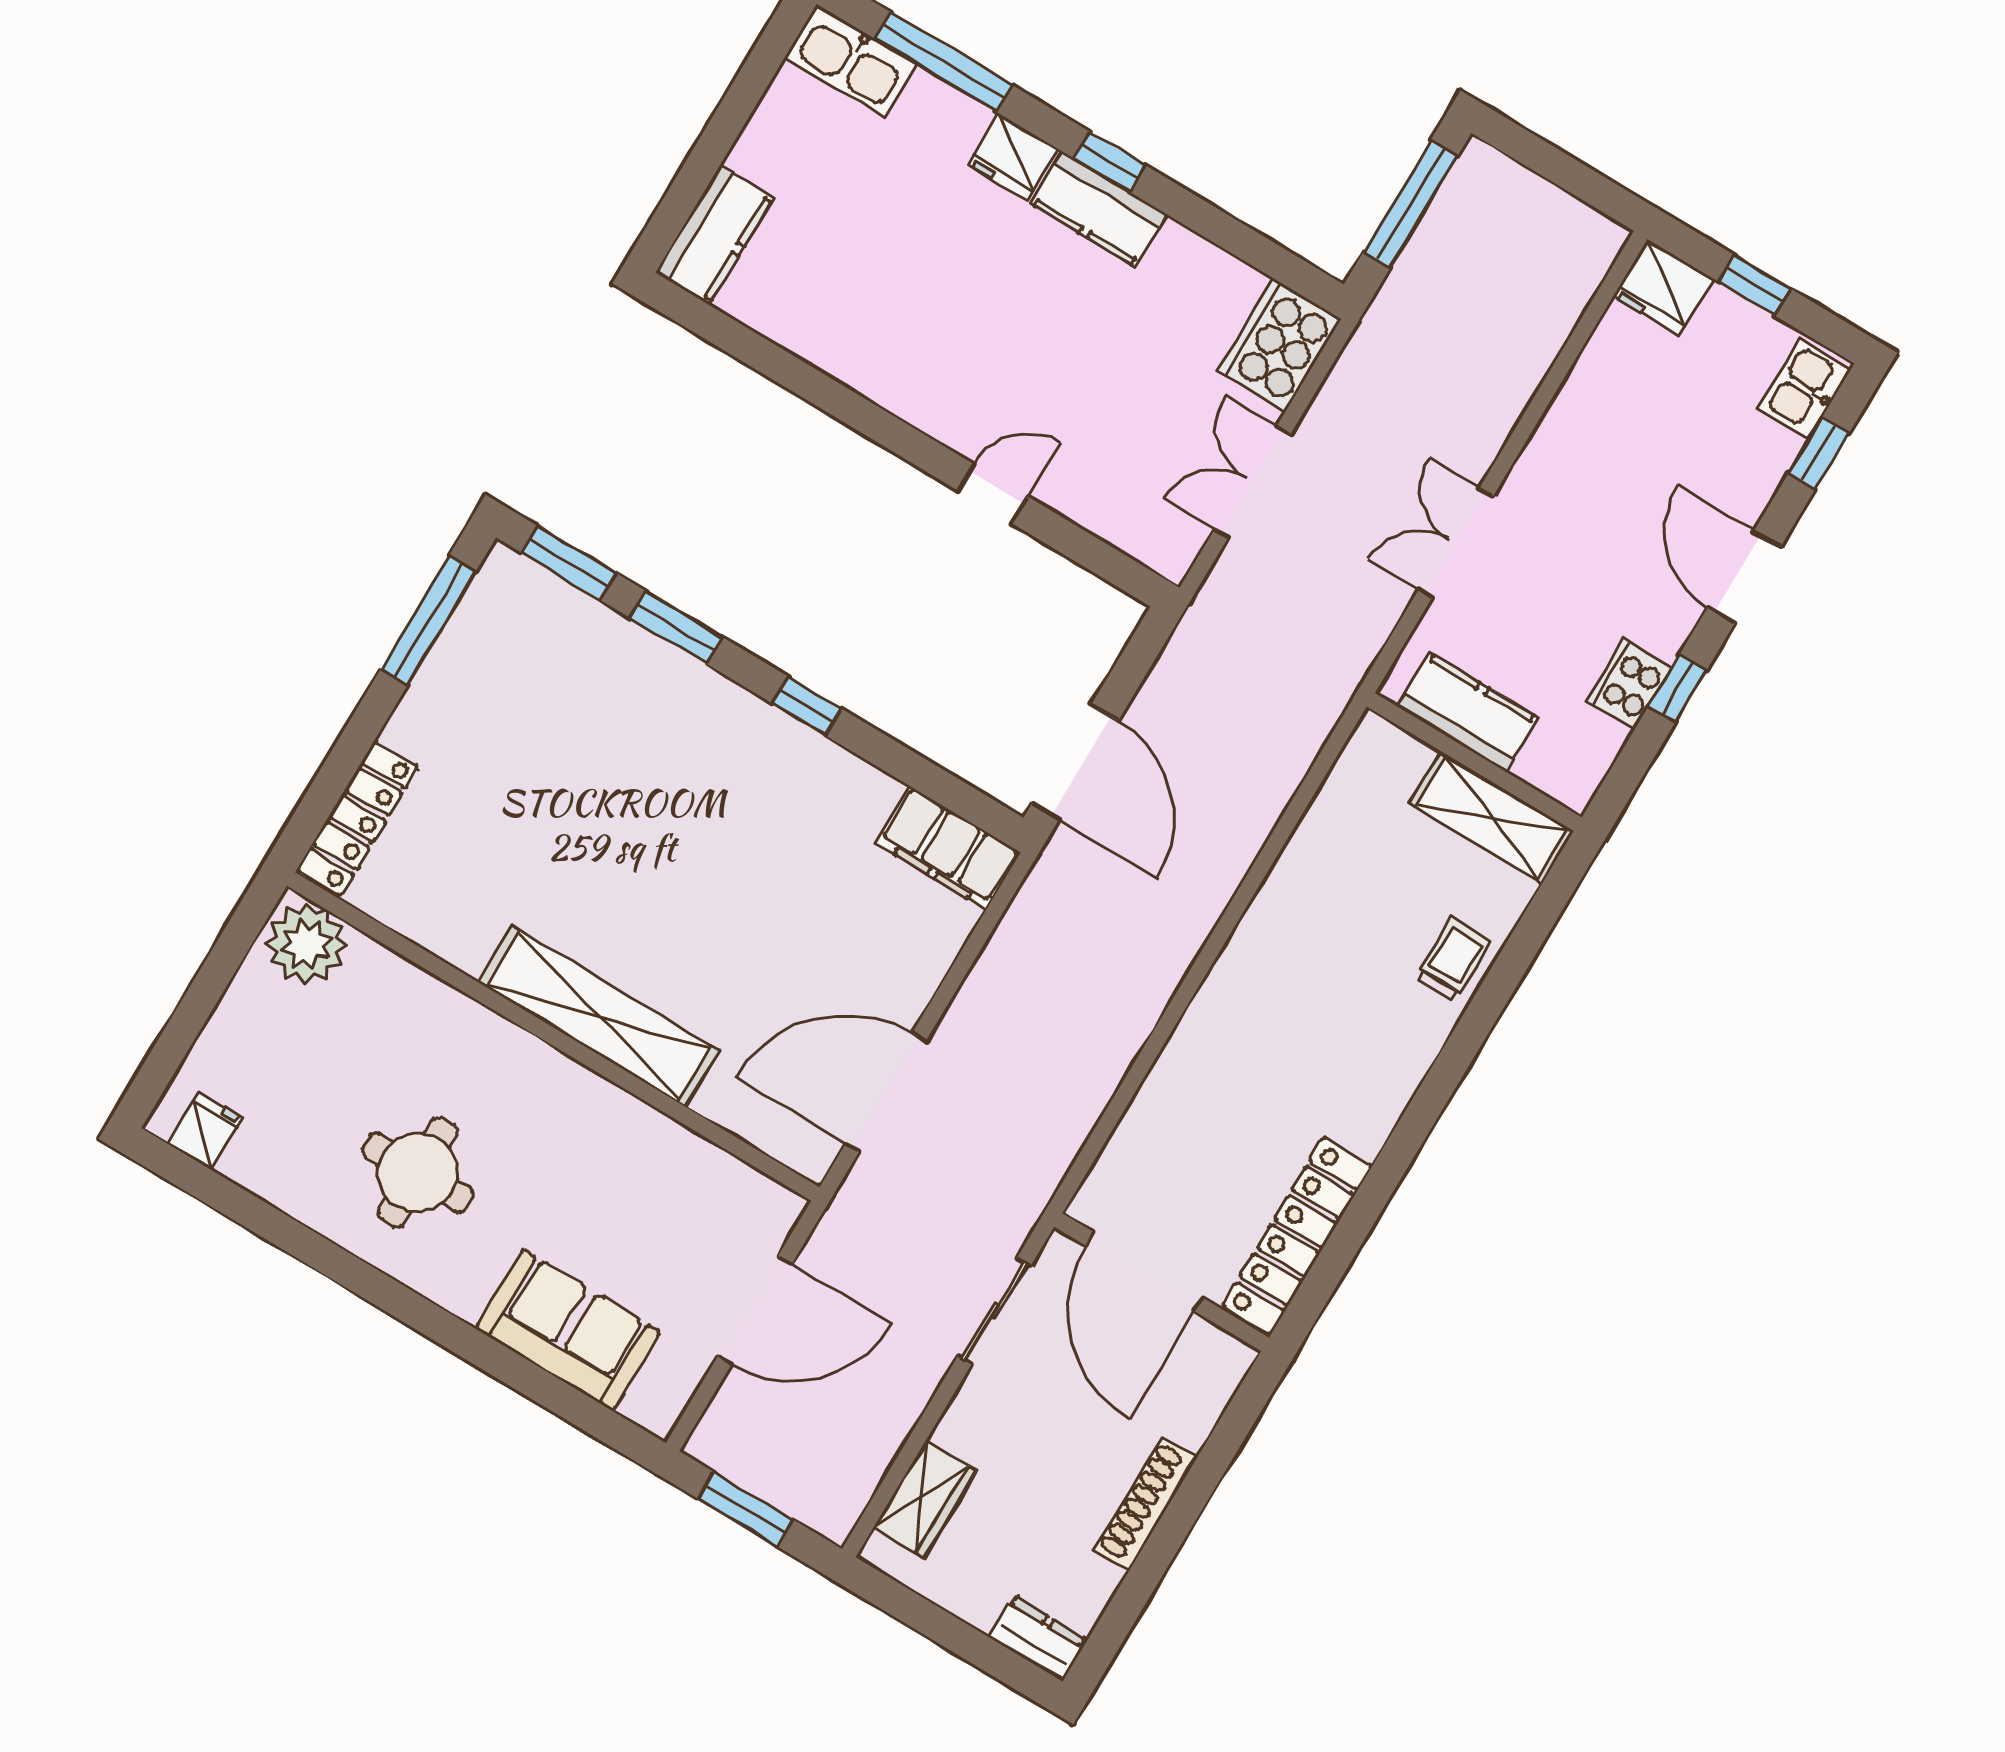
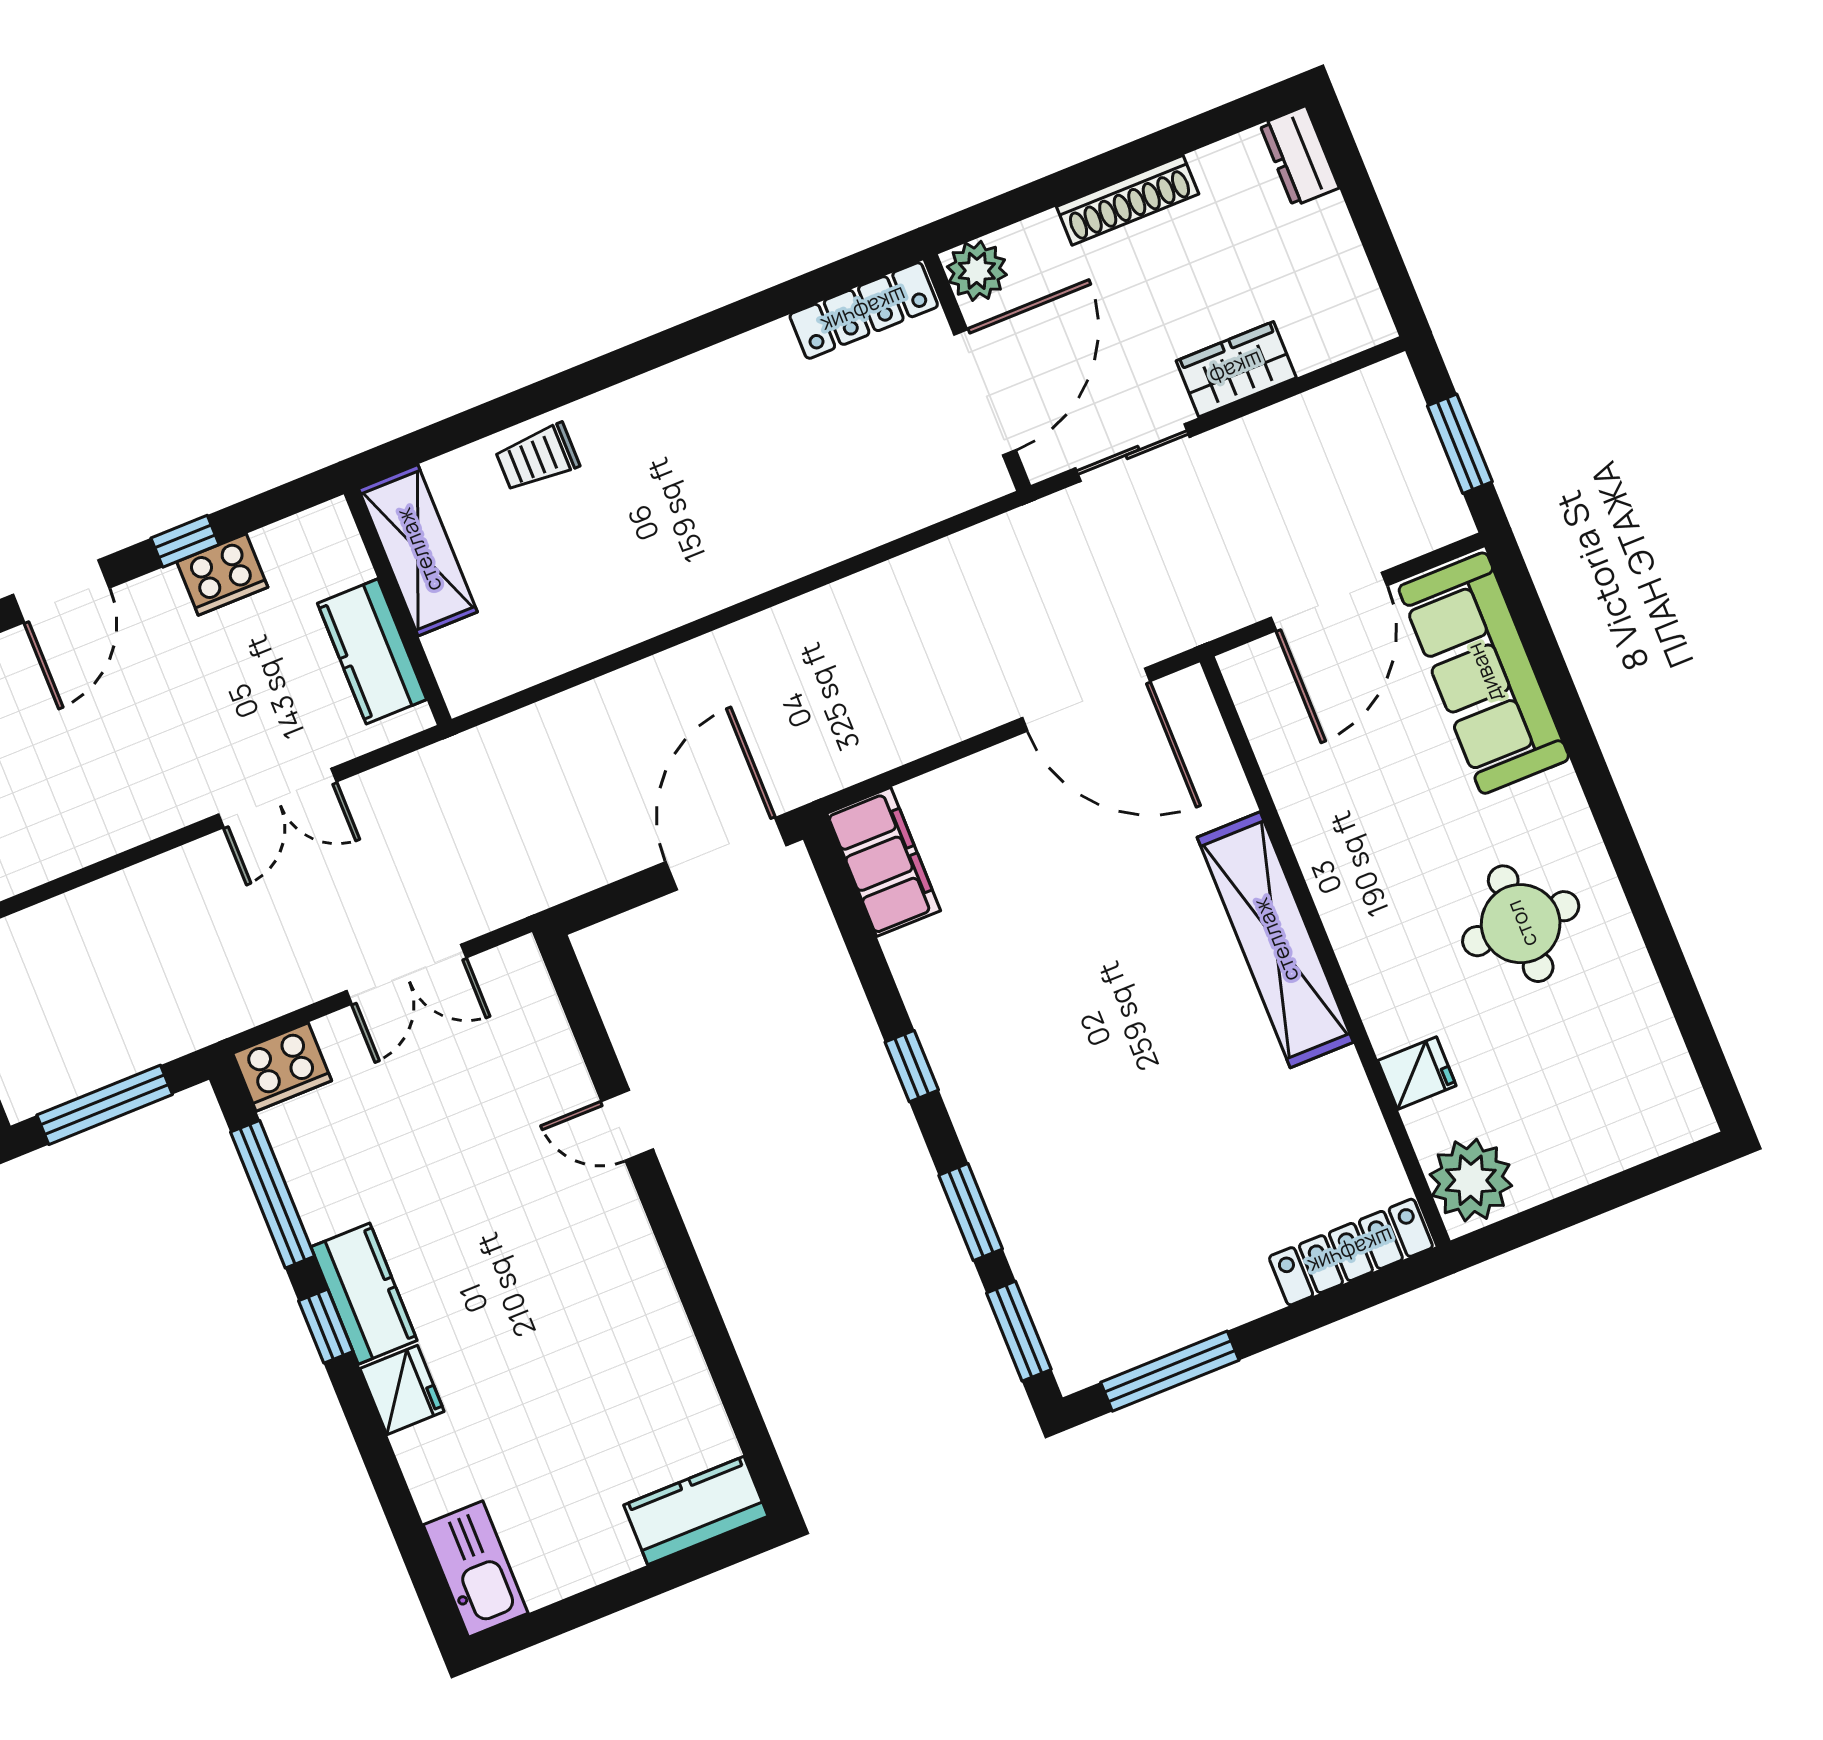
window: (944, 62) -> (272, 1194), moved
cooker: (1279, 345) -> (282, 1067), width x0.73, depth x0.76
fridge: (205, 1131) -> (1417, 1073), moved, turned 180
locker: (1297, 1236) -> (864, 311), width x0.71, depth x0.83
door: (755, 1310) -> (1329, 602), swing flipped
sofa: (568, 1330) -> (1484, 673), width x1.36
plant: (1221, 1361) -> (977, 271), added
wardrobe: (925, 1499) -> (1236, 369), moved

